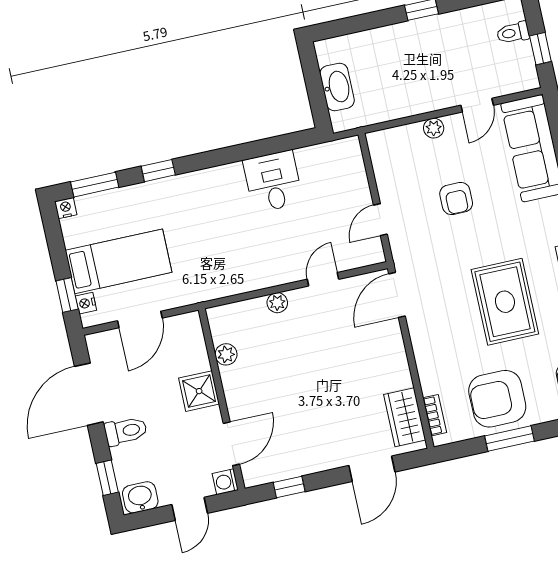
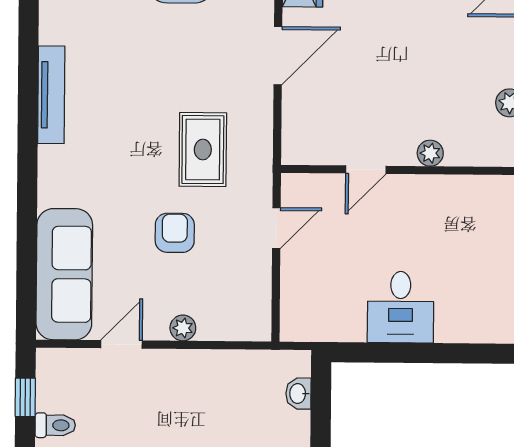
washbasin: (337, 87) -> (298, 393), width x0.52, depth x0.69
door: (397, 295) -> (278, 56), moved
rug: (505, 302) -> (203, 150), moved, width x0.73, depth x0.70

